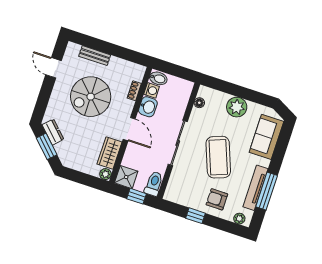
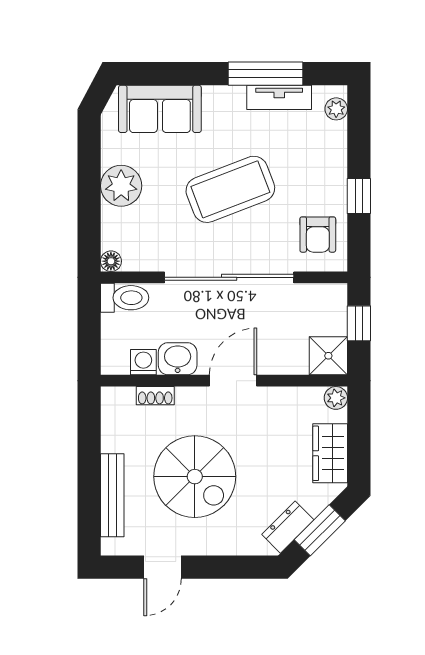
bench: (95, 56) -> (112, 495), width x1.36
bidet: (158, 78) -> (116, 357), removed
floor lamp: (199, 103) -> (111, 261), moved
sliding door: (178, 143) -> (229, 277), width x1.36
wardrobe: (109, 153) -> (330, 453), moved, turned 90
toilet: (154, 184) -> (125, 298), moved, turned 180
tv unit: (255, 188) -> (279, 97), width x0.71
armchair: (217, 199) -> (318, 235), moved

